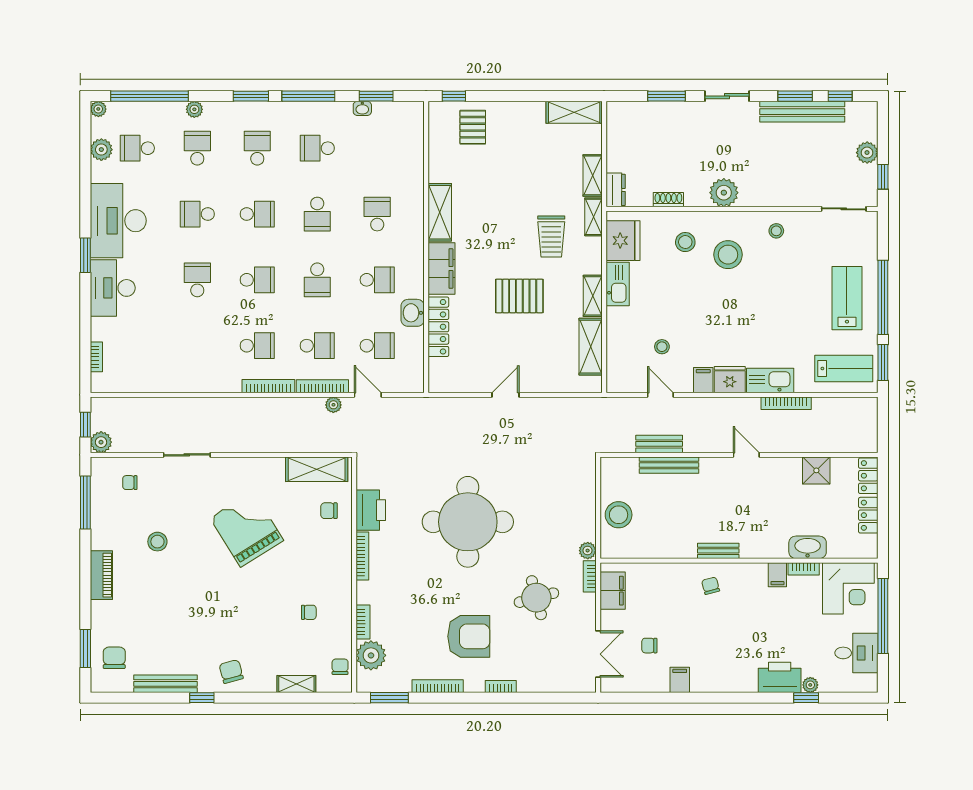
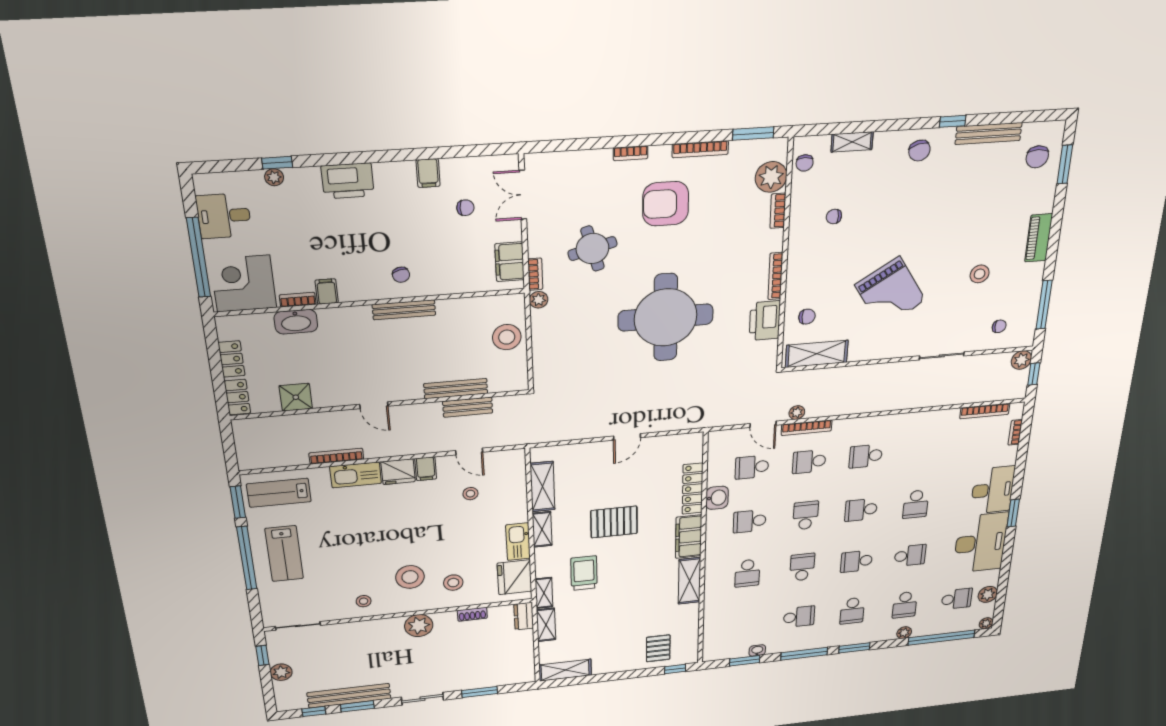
bookcase: (268, 386) -> (985, 411), moved
bench: (718, 551) -> (404, 310), width x1.36
printer: (780, 677) -> (348, 181), moved

